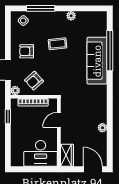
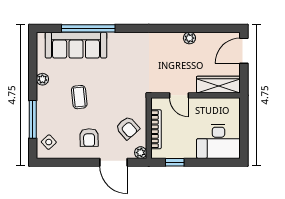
sofa: (97, 61) -> (76, 45), moved
desk: (41, 153) -> (218, 141), moved, turned 90
wardrobe: (67, 155) -> (218, 85), width x1.50

